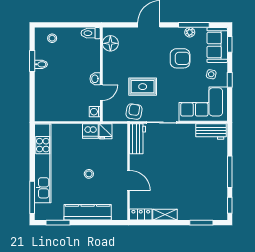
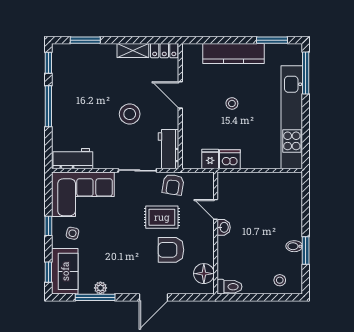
armchair: (180, 58) -> (171, 250), moved
door: (101, 93) -> (216, 209), hinge flipped
washing machine: (95, 112) -> (224, 185), removed
stool: (167, 166) -> (130, 114), added

